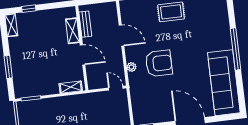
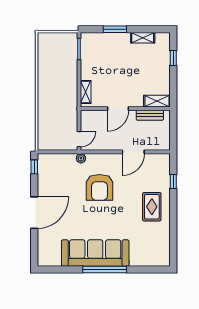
shelving: (11, 25) -> (143, 38), moved
shelving: (73, 31) -> (157, 101), moved
plant: (131, 67) -> (81, 158), moved
sofa: (224, 83) -> (95, 253), moved

